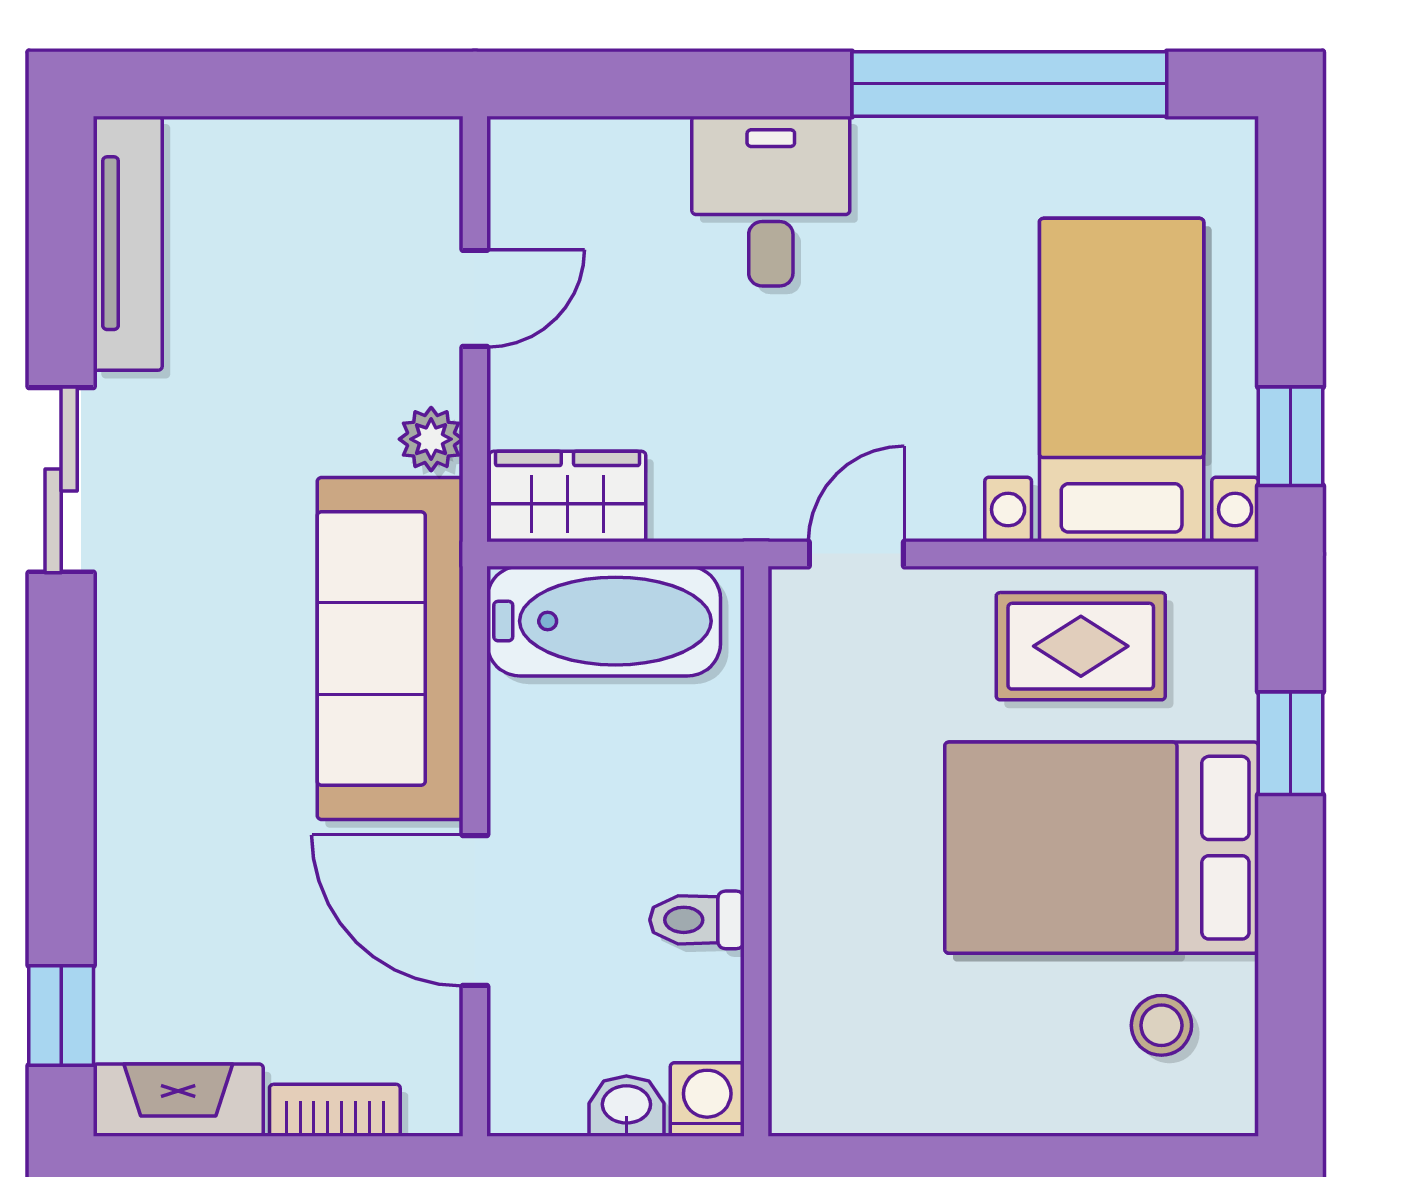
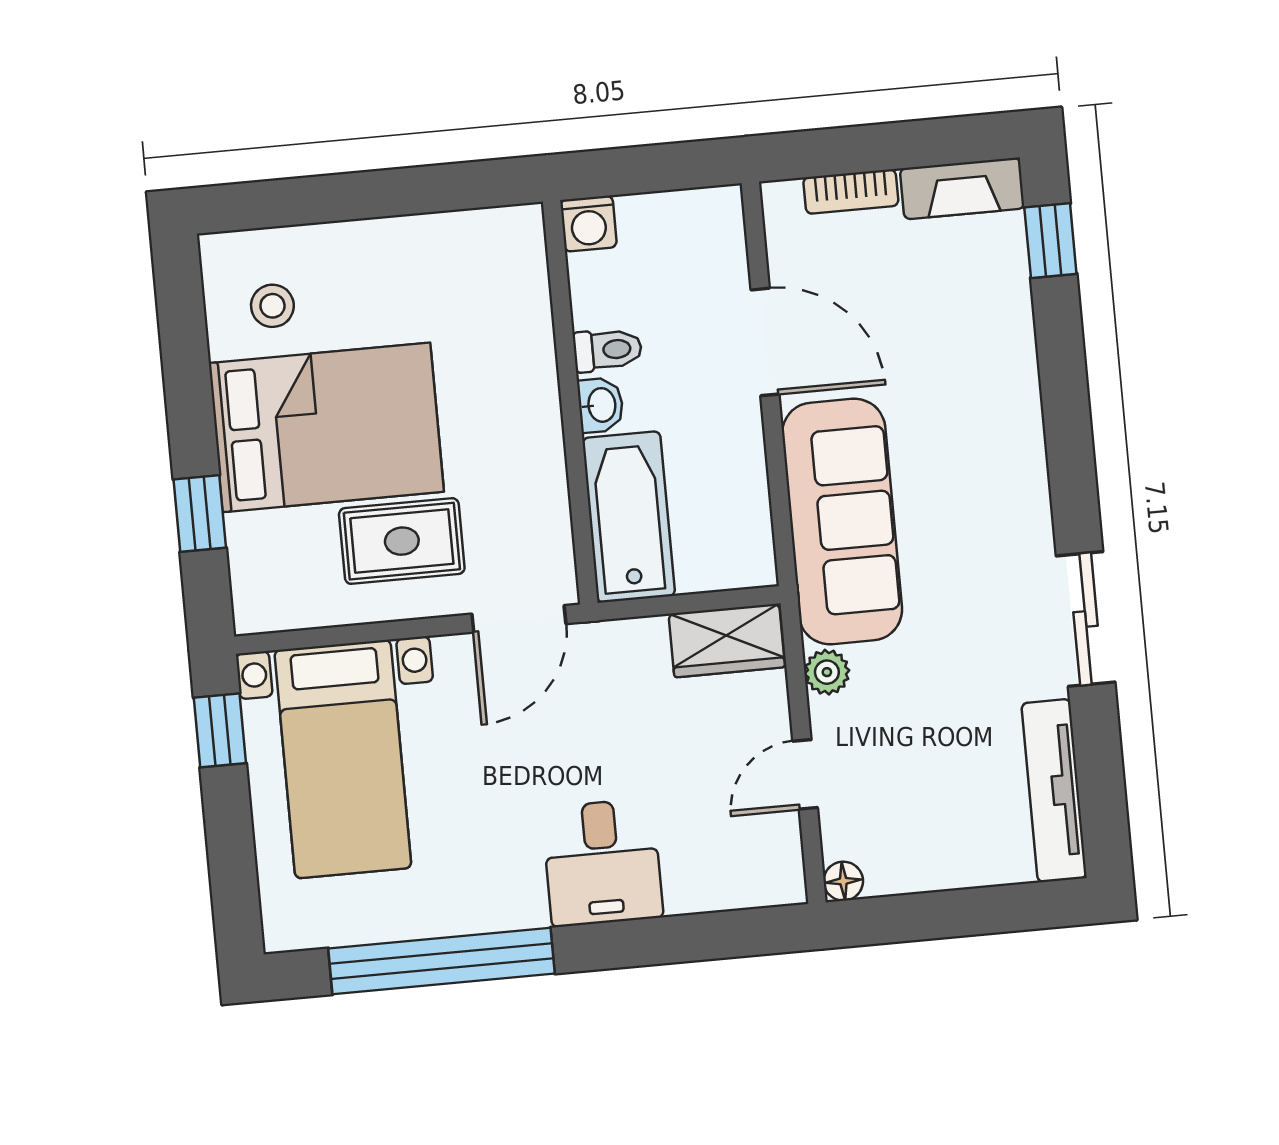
floor lamp: (435, 144) -> (843, 881), added
door: (856, 554) -> (519, 619), width x1.38
bathtub: (604, 621) -> (629, 517), moved, turned 90
rug: (1081, 646) -> (402, 541), moved
washbasin: (626, 1106) -> (601, 405), moved, turned -90

